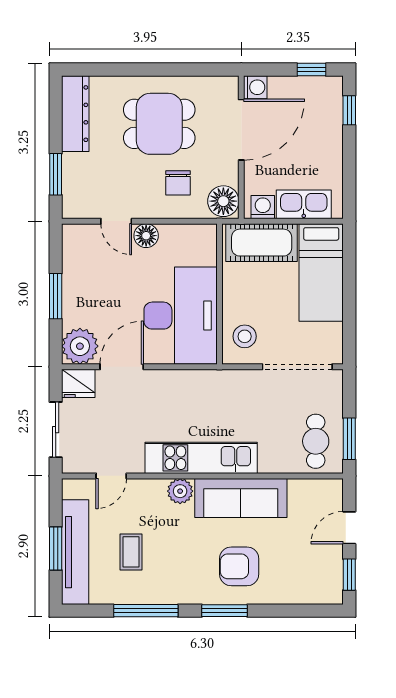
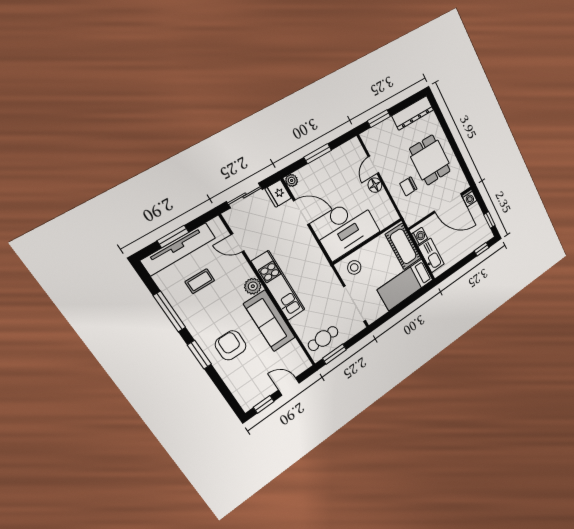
floor lamp: (223, 201) -> (412, 215), removed
plant: (80, 346) -> (292, 180), width x0.53, depth x0.53

